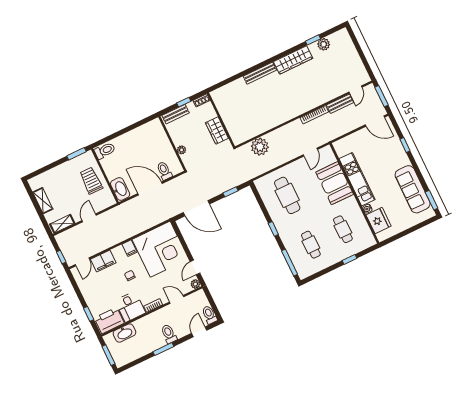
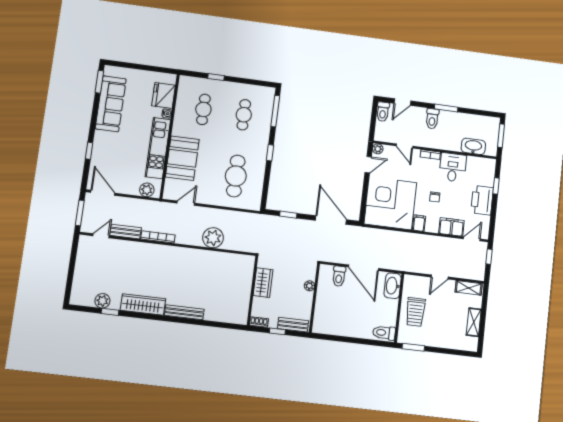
plant: (345, 144) -> (147, 190), added
plant: (260, 147) -> (213, 238), moved
printer: (109, 320) -> (482, 200), moved, turned 90

